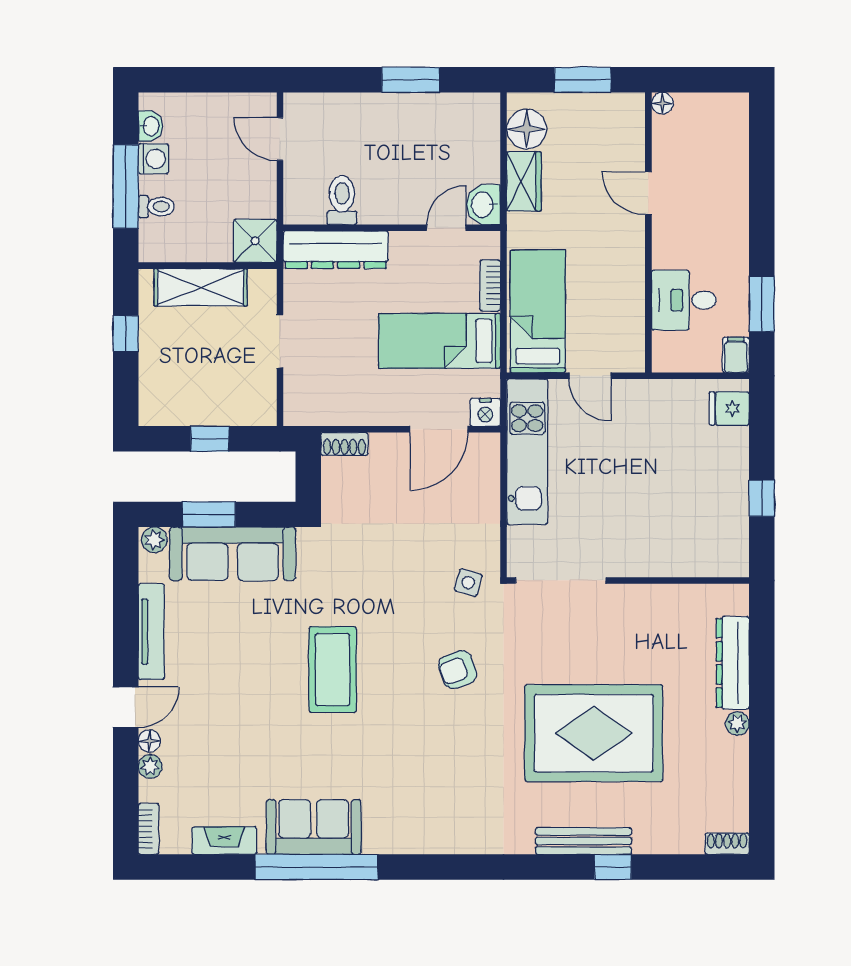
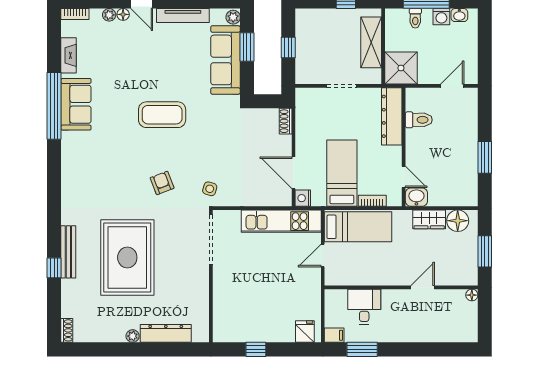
shower: (255, 241) -> (401, 68), width x1.36, depth x1.36

